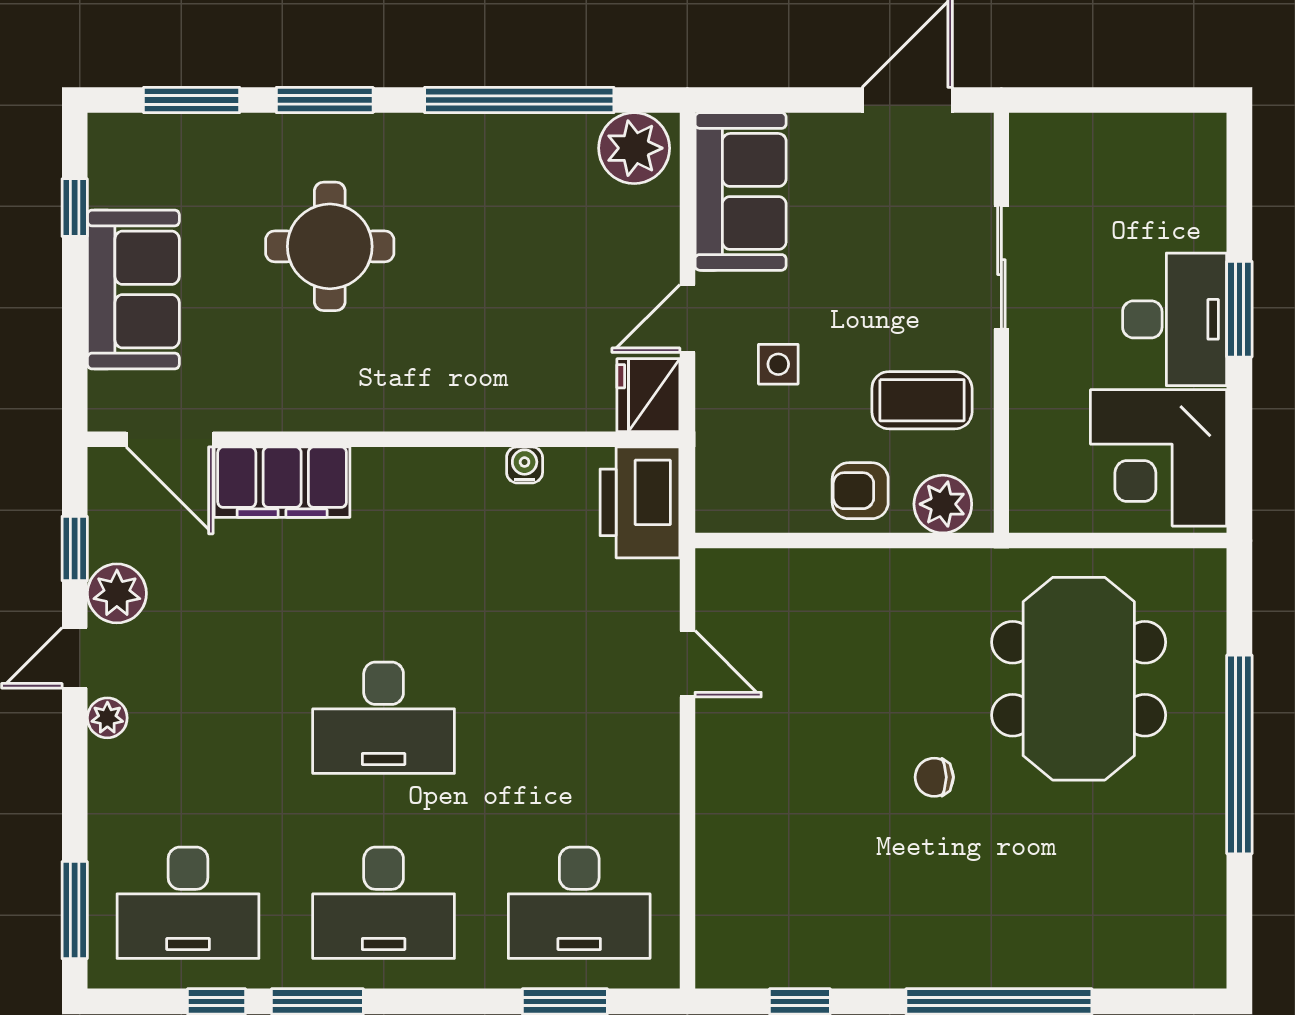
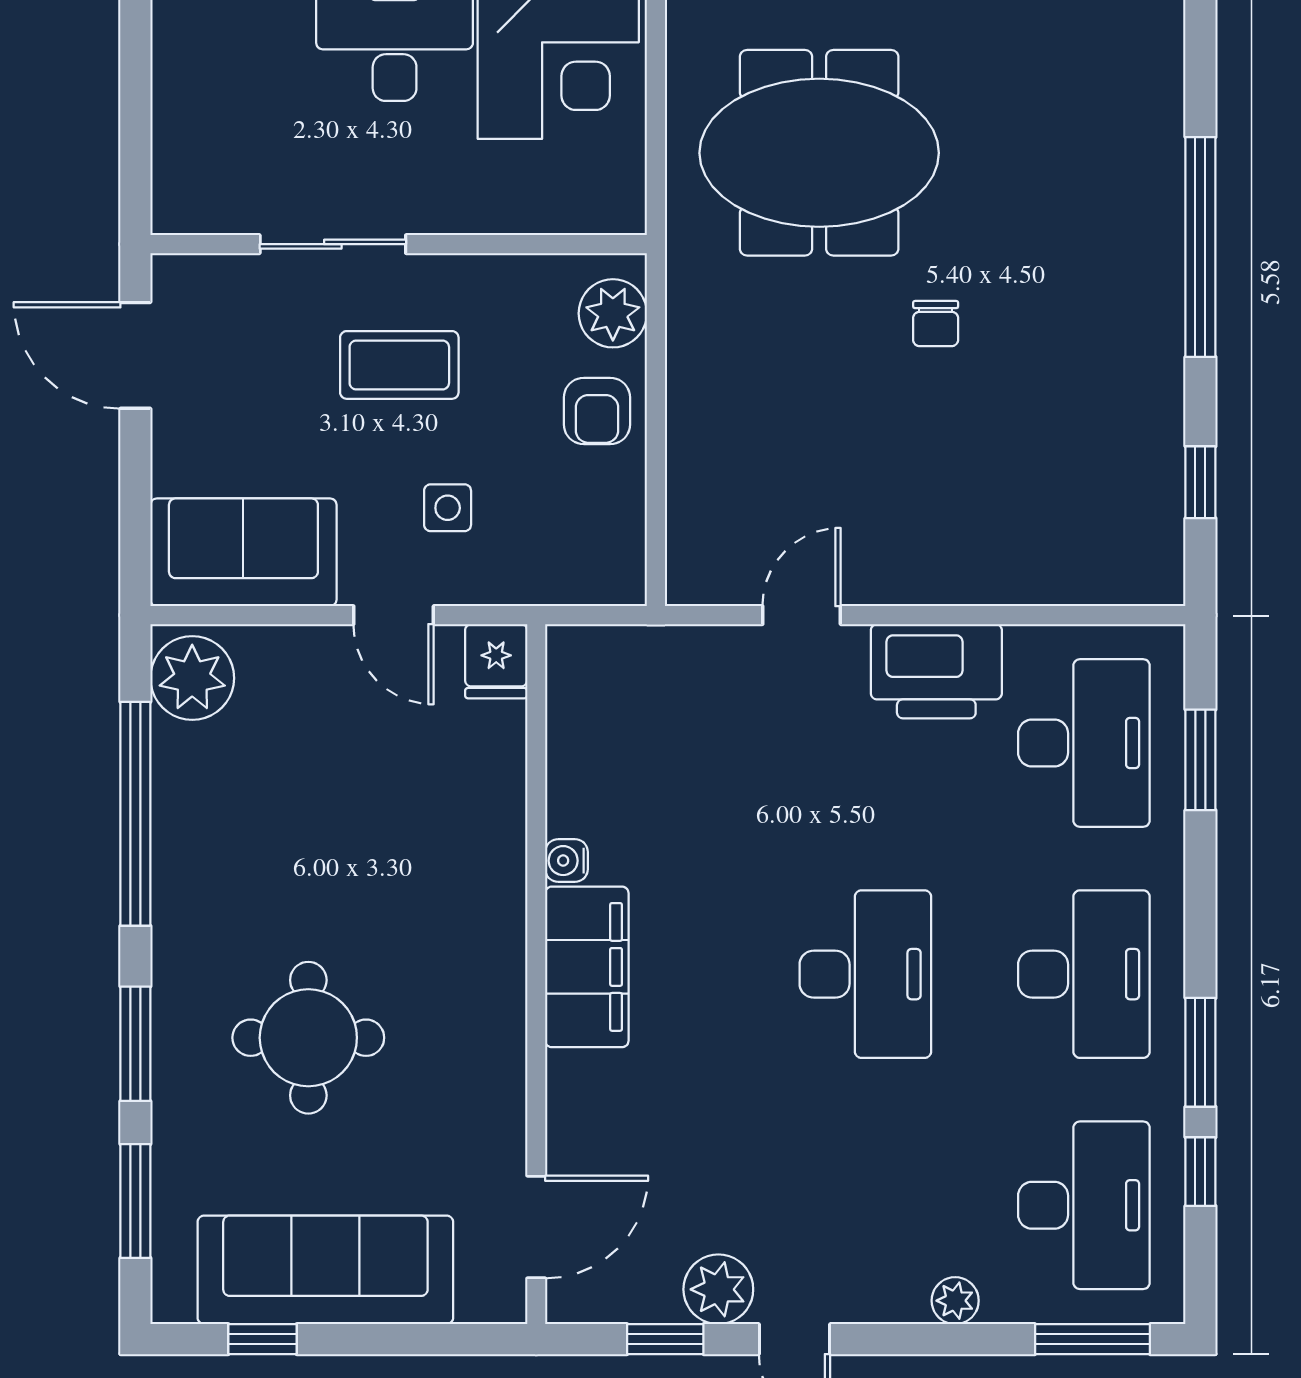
sofa: (133, 289) -> (325, 1270), width x1.36
fridge: (648, 395) -> (496, 661), width x0.72
coffee table: (922, 400) -> (399, 365), moved, turned 90
water cooler: (525, 465) -> (567, 861), moved
filing cabinet: (282, 482) -> (587, 967), moved
printer: (640, 502) -> (936, 671), moved
plant: (107, 718) -> (955, 1301), moved

